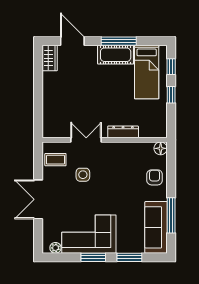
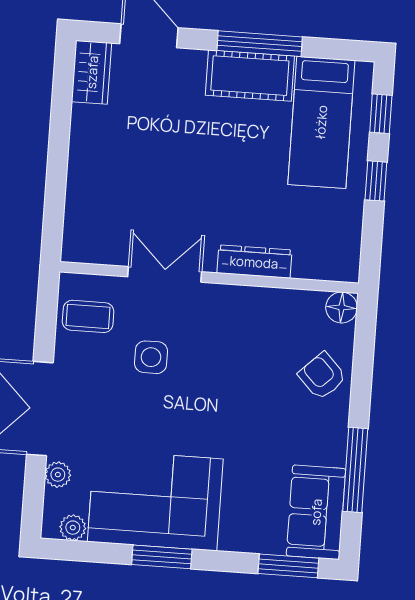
armchair: (155, 177) -> (322, 376), turned -44
plant: (48, 226) -> (58, 475), added
sofa: (156, 227) -> (316, 512), width x0.73
window: (129, 257) -> (288, 566), moved

